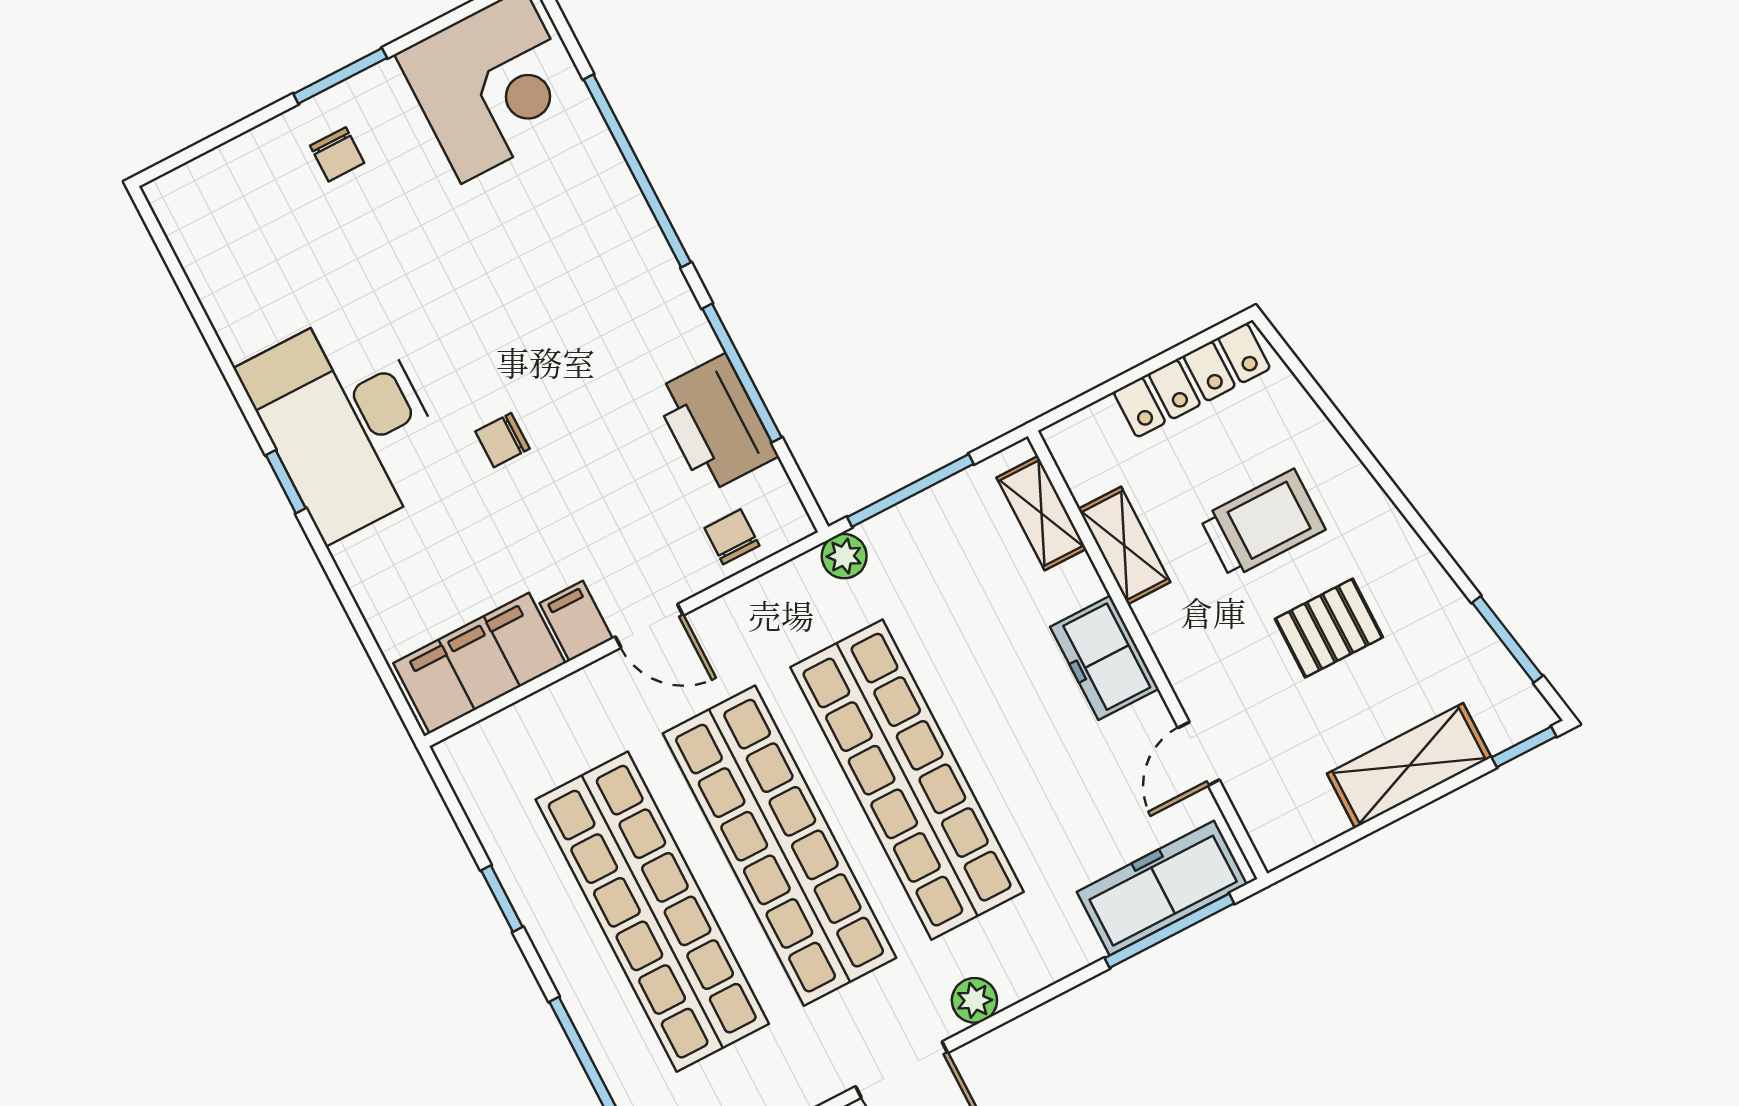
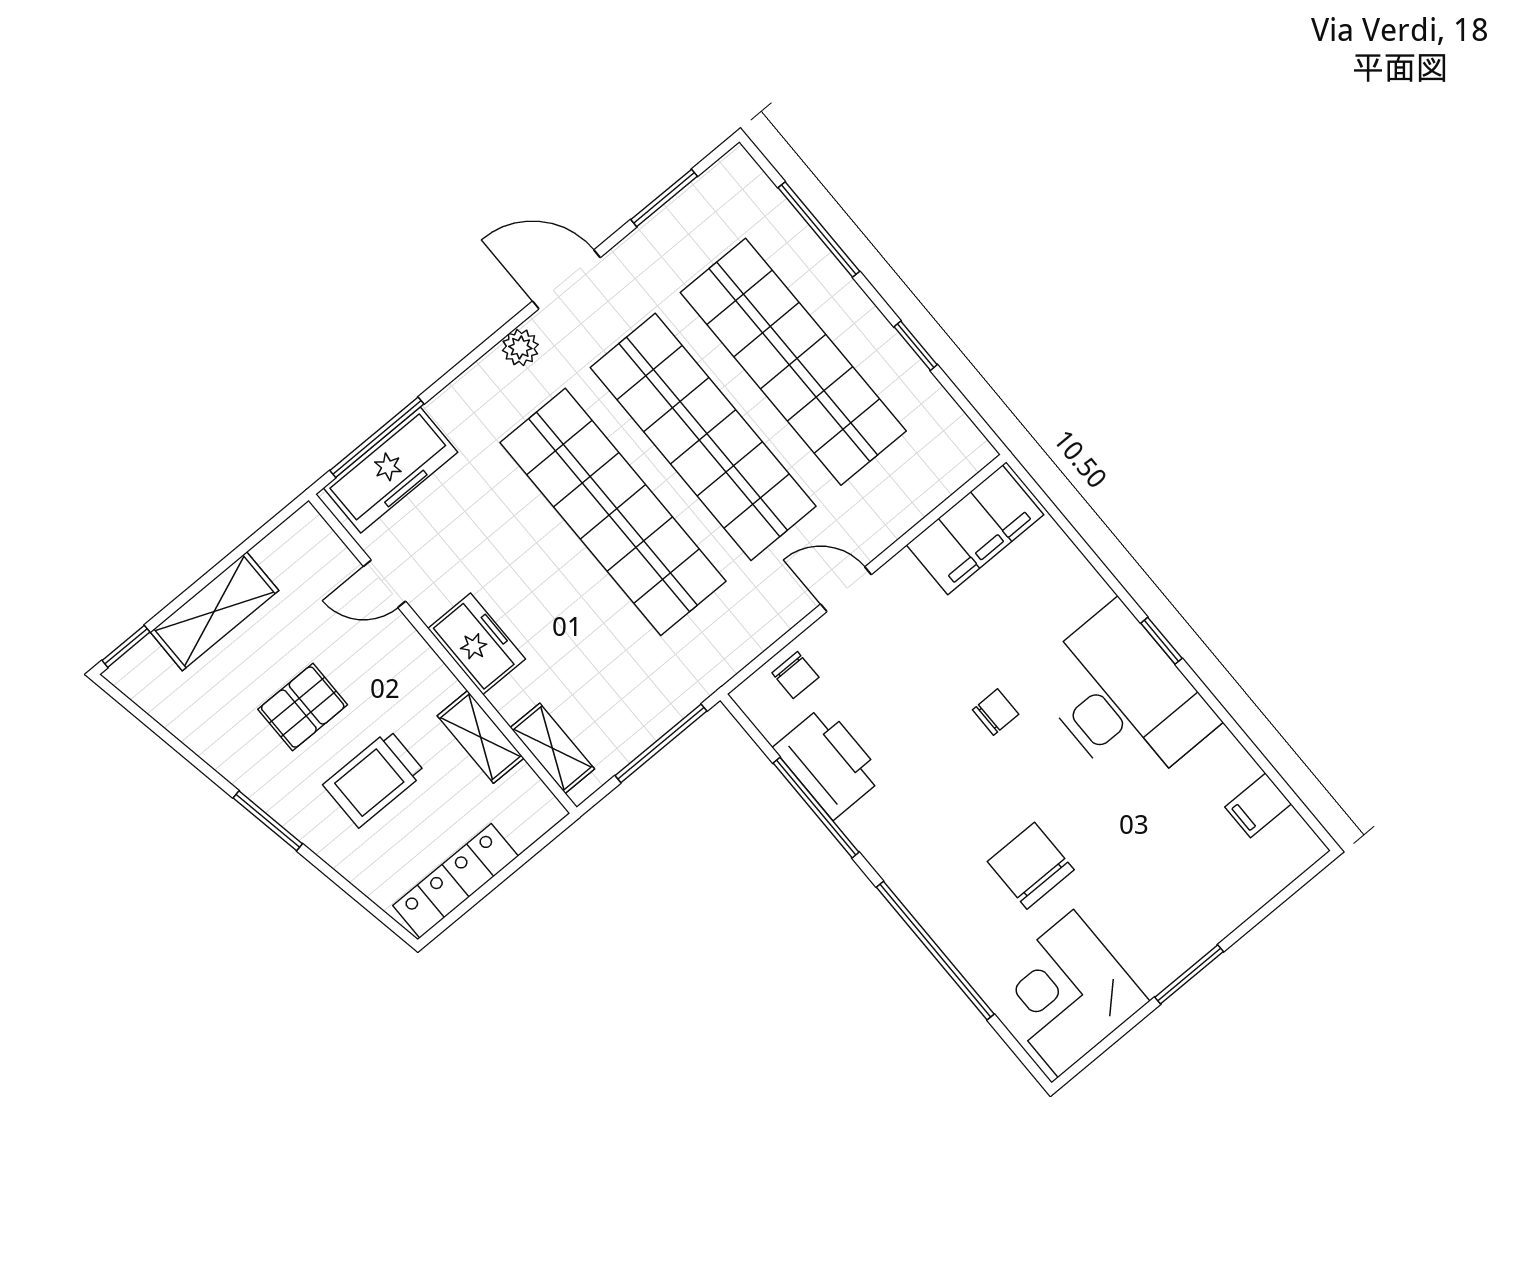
chair: (337, 154) -> (1031, 866), moved, width x1.87, depth x1.87
plant: (844, 556) -> (702, 679), removed
filing cabinet: (576, 621) -> (1258, 805), moved, turned 90
window: (1507, 639) -> (268, 821), moved
door: (1199, 754) -> (384, 584), swing flipped

